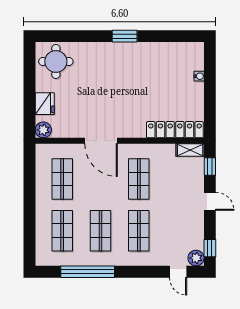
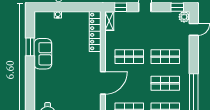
window: (125, 36) -> (30, 47), moved
sofa: (143, 55) -> (43, 54), added

